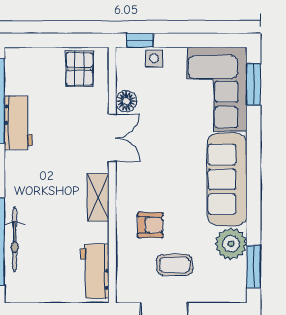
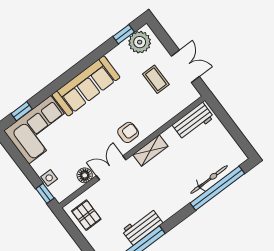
pallet: (79, 69) -> (86, 215), turned 90
window: (254, 84) -> (22, 111), width x0.67
armchair: (150, 225) -> (128, 132), moved, turned 90
plant: (231, 244) -> (140, 42), moved
window: (254, 267) -> (124, 34), width x0.67

